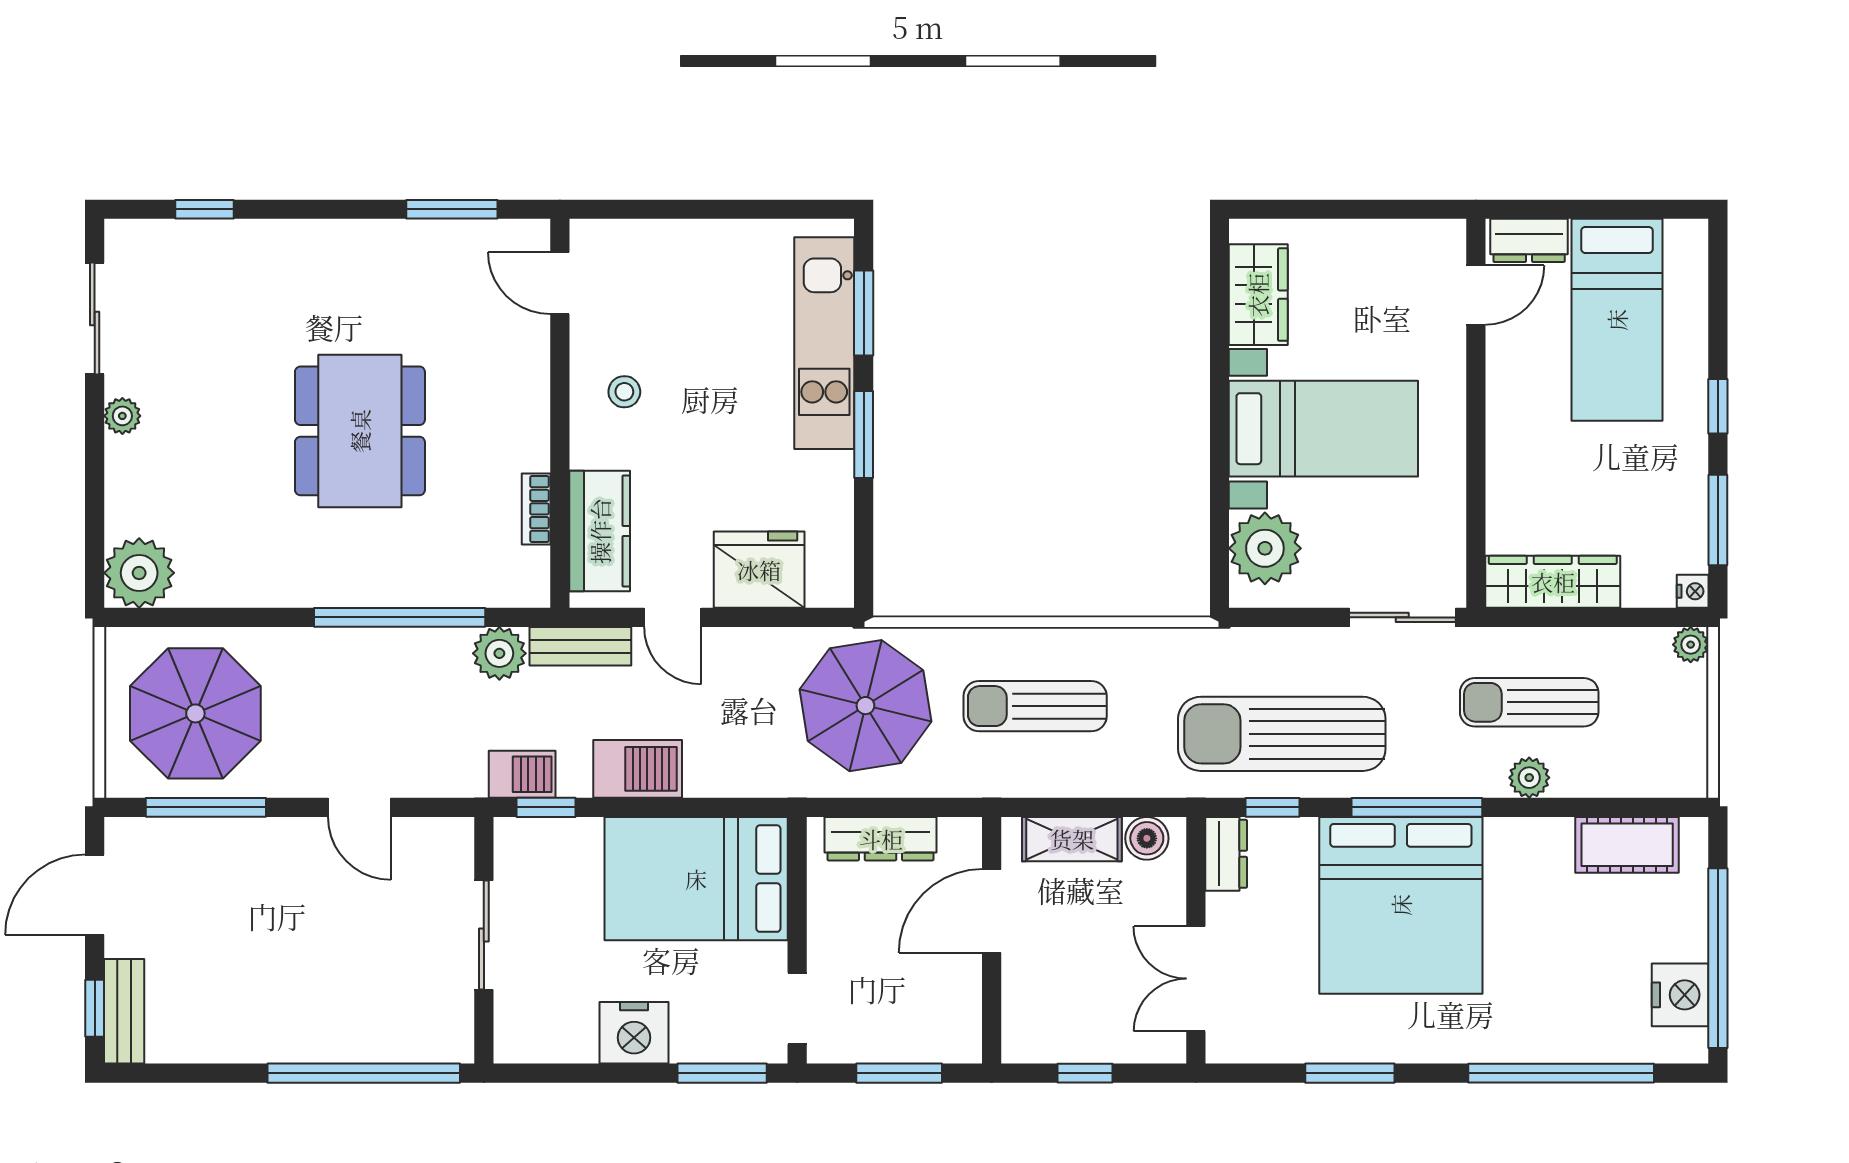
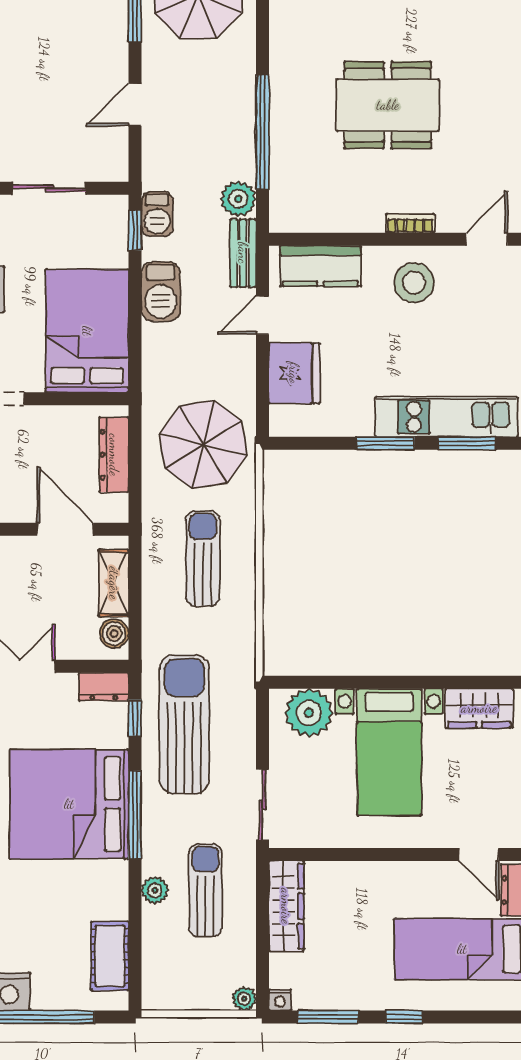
stool: (624, 392) -> (414, 283), width x1.89, depth x1.89
bookcase: (536, 509) -> (410, 223), moved

